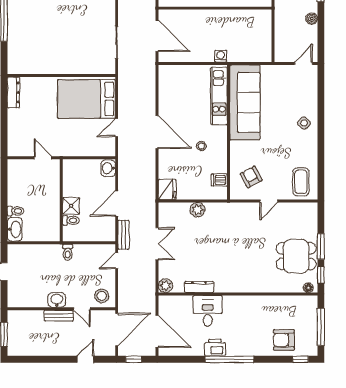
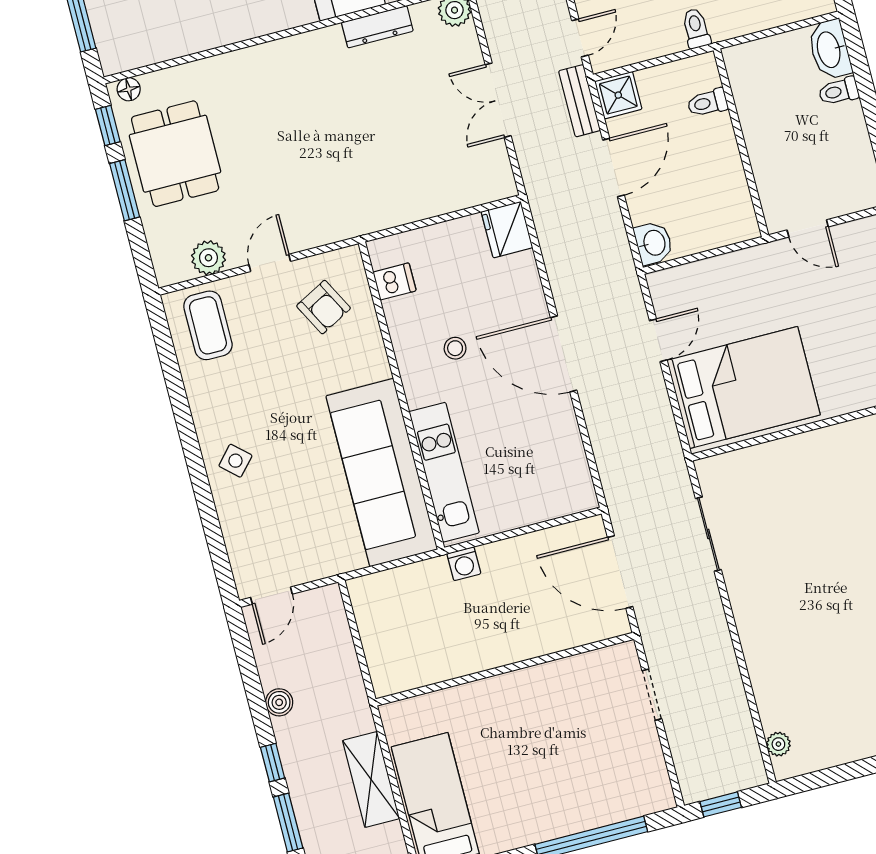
shower: (71, 206) -> (618, 95), moved
plant: (197, 210) -> (208, 258), moved
dining table: (296, 256) -> (175, 154), turned 90

